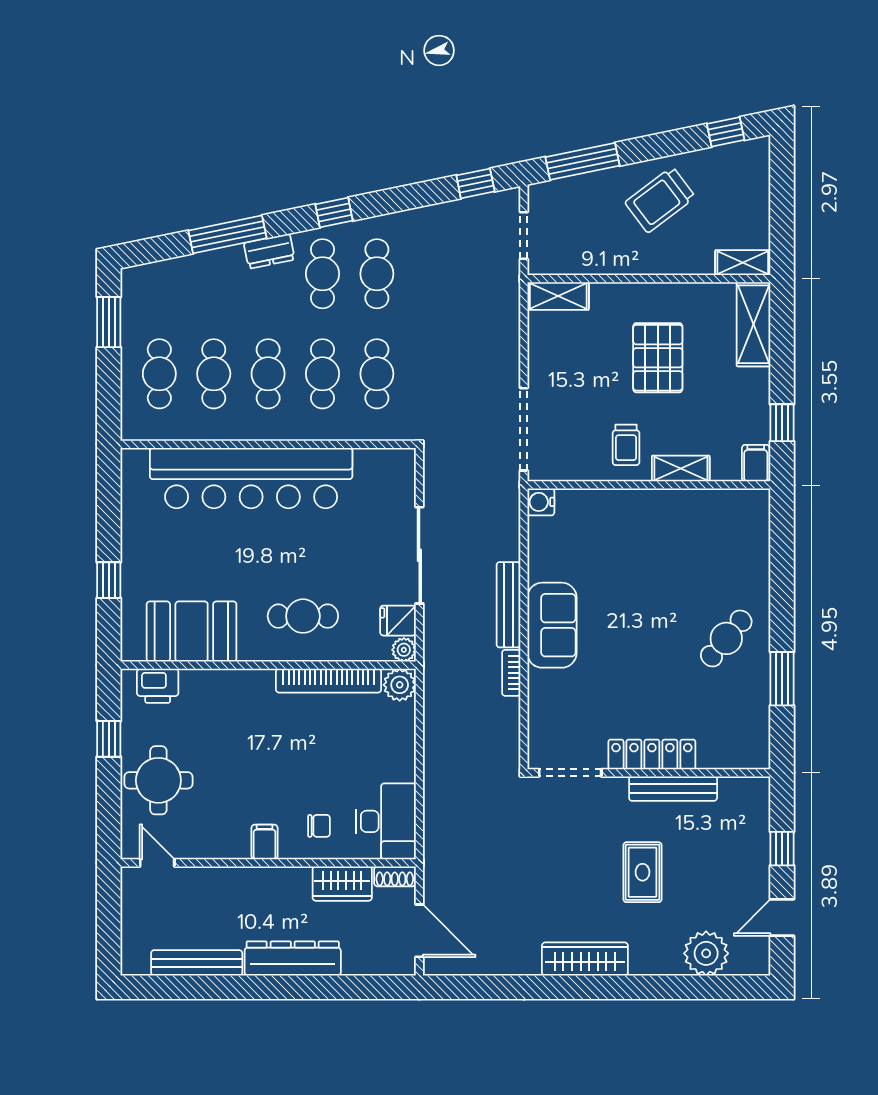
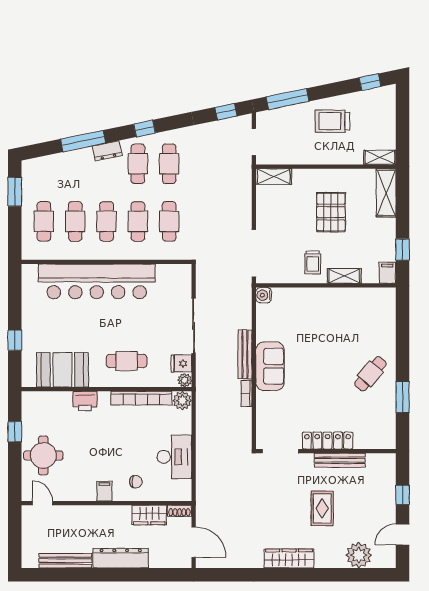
trolley: (660, 200) -> (332, 121), turned 37
printer: (158, 686) -> (85, 401), moved
desk: (386, 821) -> (174, 457), moved

